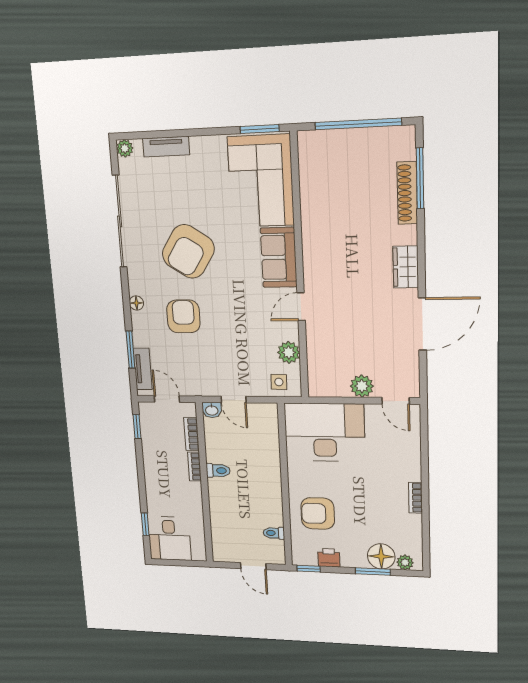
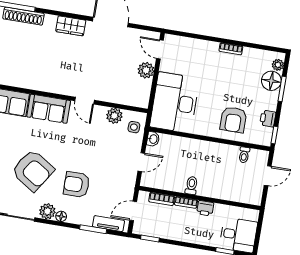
plant: (139, 283) -> (47, 211), added
door: (396, 401) -> (160, 49), swing flipped
washbasin: (212, 410) -> (153, 139), moved
printer: (193, 492) -> (205, 208), added

